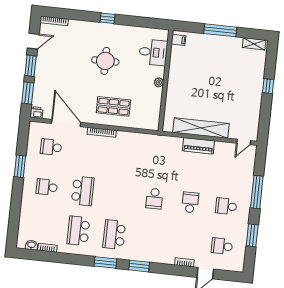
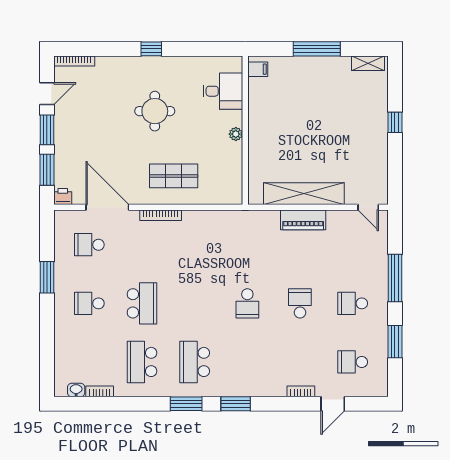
door: (244, 142) -> (368, 207), hinge flipped

